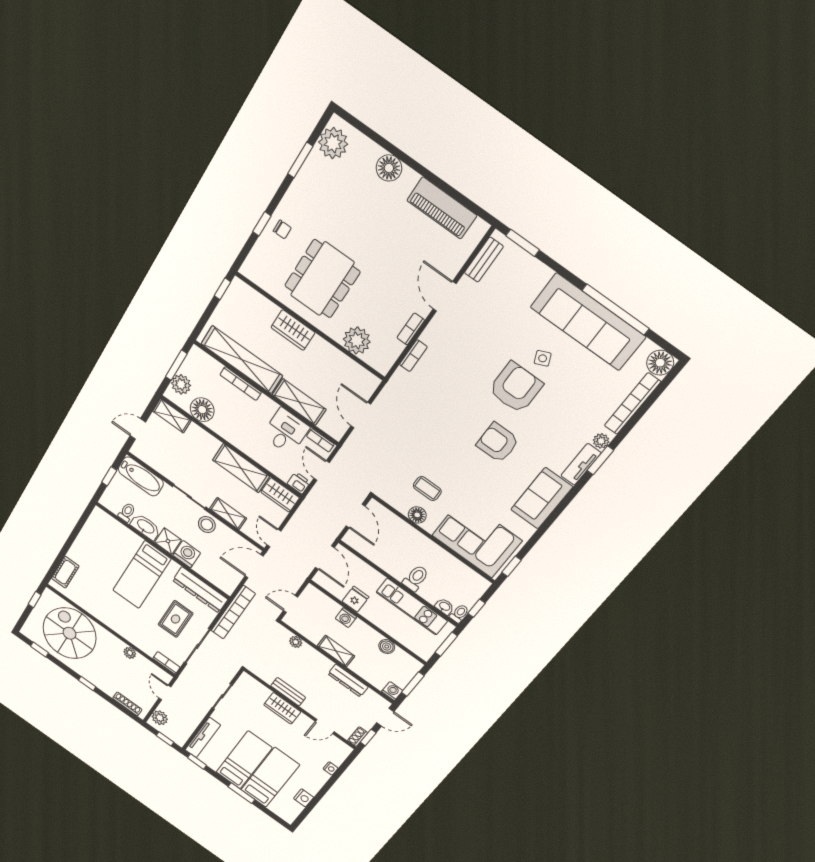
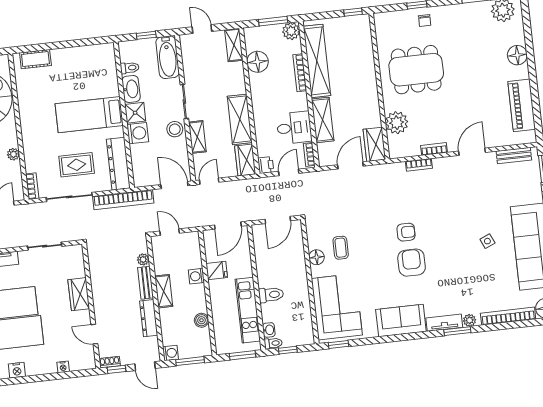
wardrobe: (293, 330) -> (374, 144), moved
plant: (181, 384) -> (291, 31), moved
armchair: (516, 388) -> (406, 232), moved, width x0.53, depth x0.53
bench: (288, 692) -> (146, 283), moved

